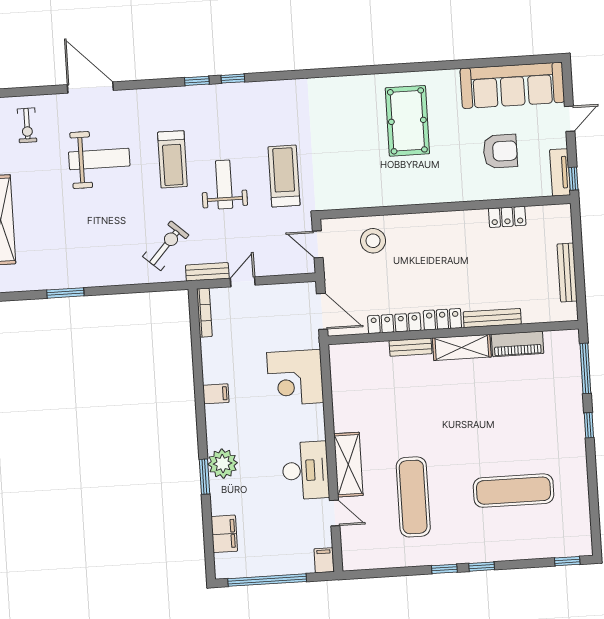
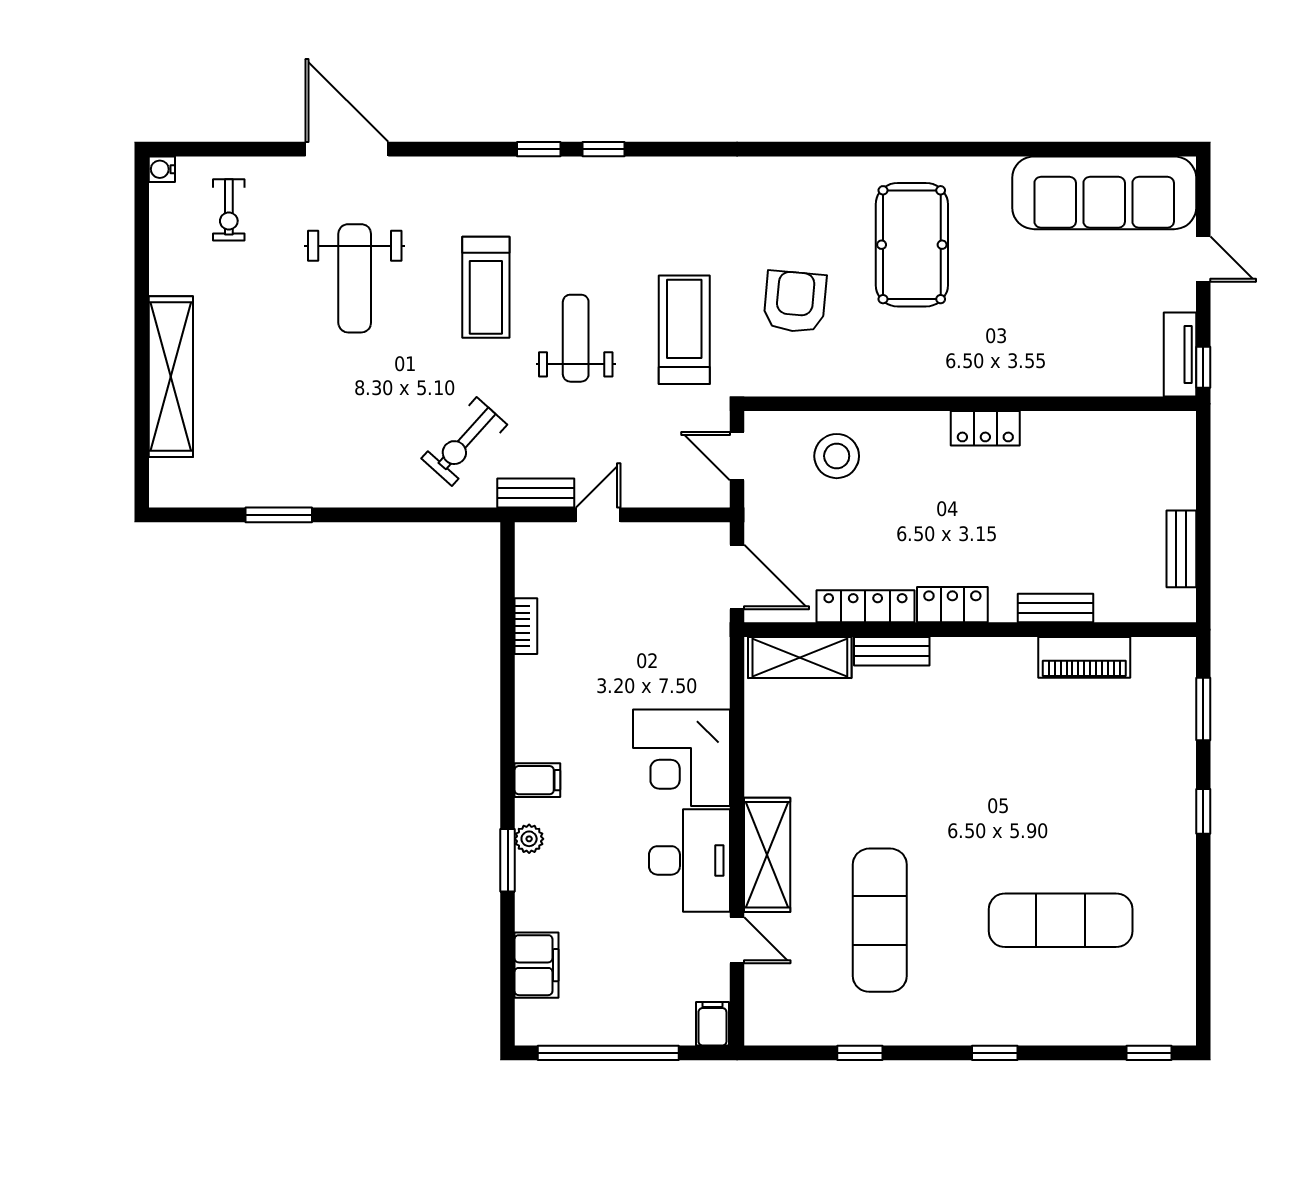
door: (570, 119) -> (1203, 259), hinge flipped
armchair: (500, 151) -> (795, 302), moved, turned -85
weight bench: (99, 159) -> (355, 278), turned 90
locker: (507, 217) -> (985, 428), moved
exercise bike: (166, 246) -> (464, 442), turned 180
bench: (567, 272) -> (1181, 549), width x0.73
bookcase: (204, 313) -> (526, 626), moved, width x0.64
bench: (492, 318) -> (1056, 608), width x0.73
shelving: (462, 347) -> (800, 657), moved
window: (585, 368) -> (1203, 709), width x0.69
corner desk: (295, 378) -> (682, 758), moved
filing cabinet: (216, 394) -> (537, 780), moved
plant: (223, 464) -> (529, 839), width x0.53, depth x0.53
window: (444, 569) -> (860, 1053), moved

